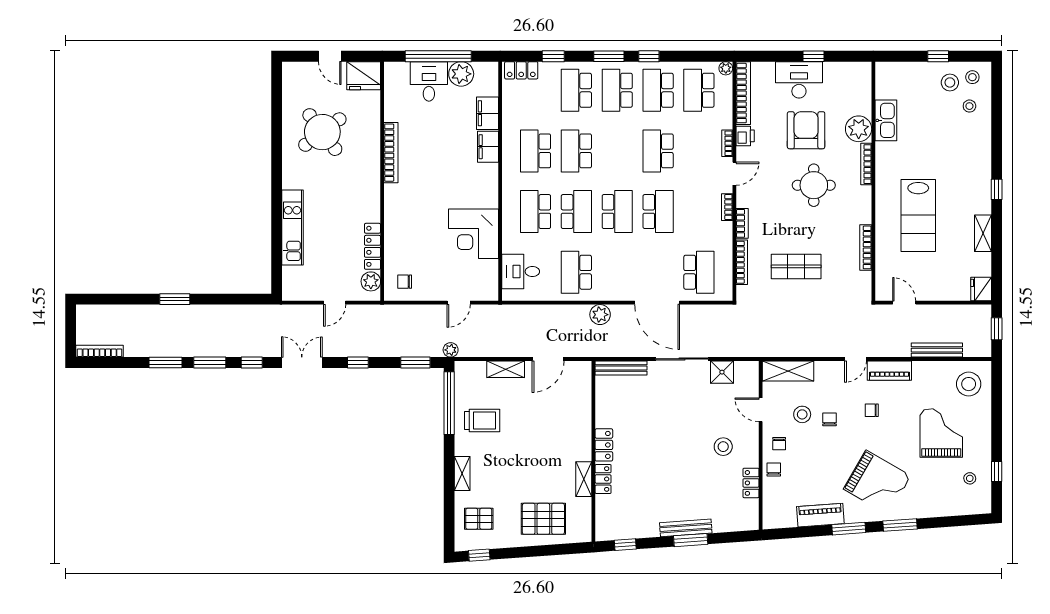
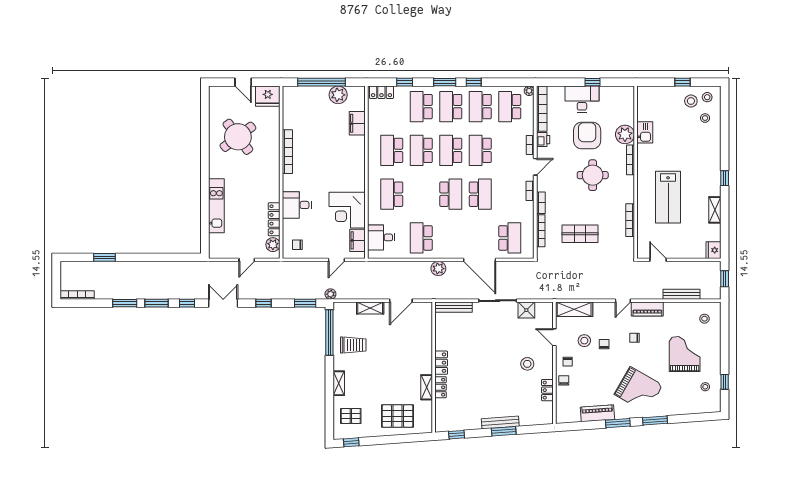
desk: (429, 81) -> (297, 205), moved, turned -90
kitchen sink: (886, 120) -> (645, 132), width x0.73
filing cabinet: (488, 147) -> (357, 240), moved
school desk: (576, 212) -> (451, 150), moved, turned 180
window: (175, 299) -> (105, 257), moved
stool: (969, 384) -> (704, 319), width x0.53, depth x0.53

